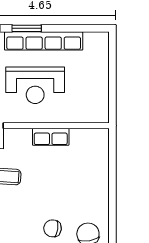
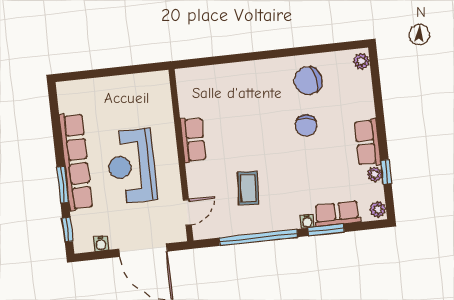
reception desk: (35, 85) -> (132, 166), turned 180

